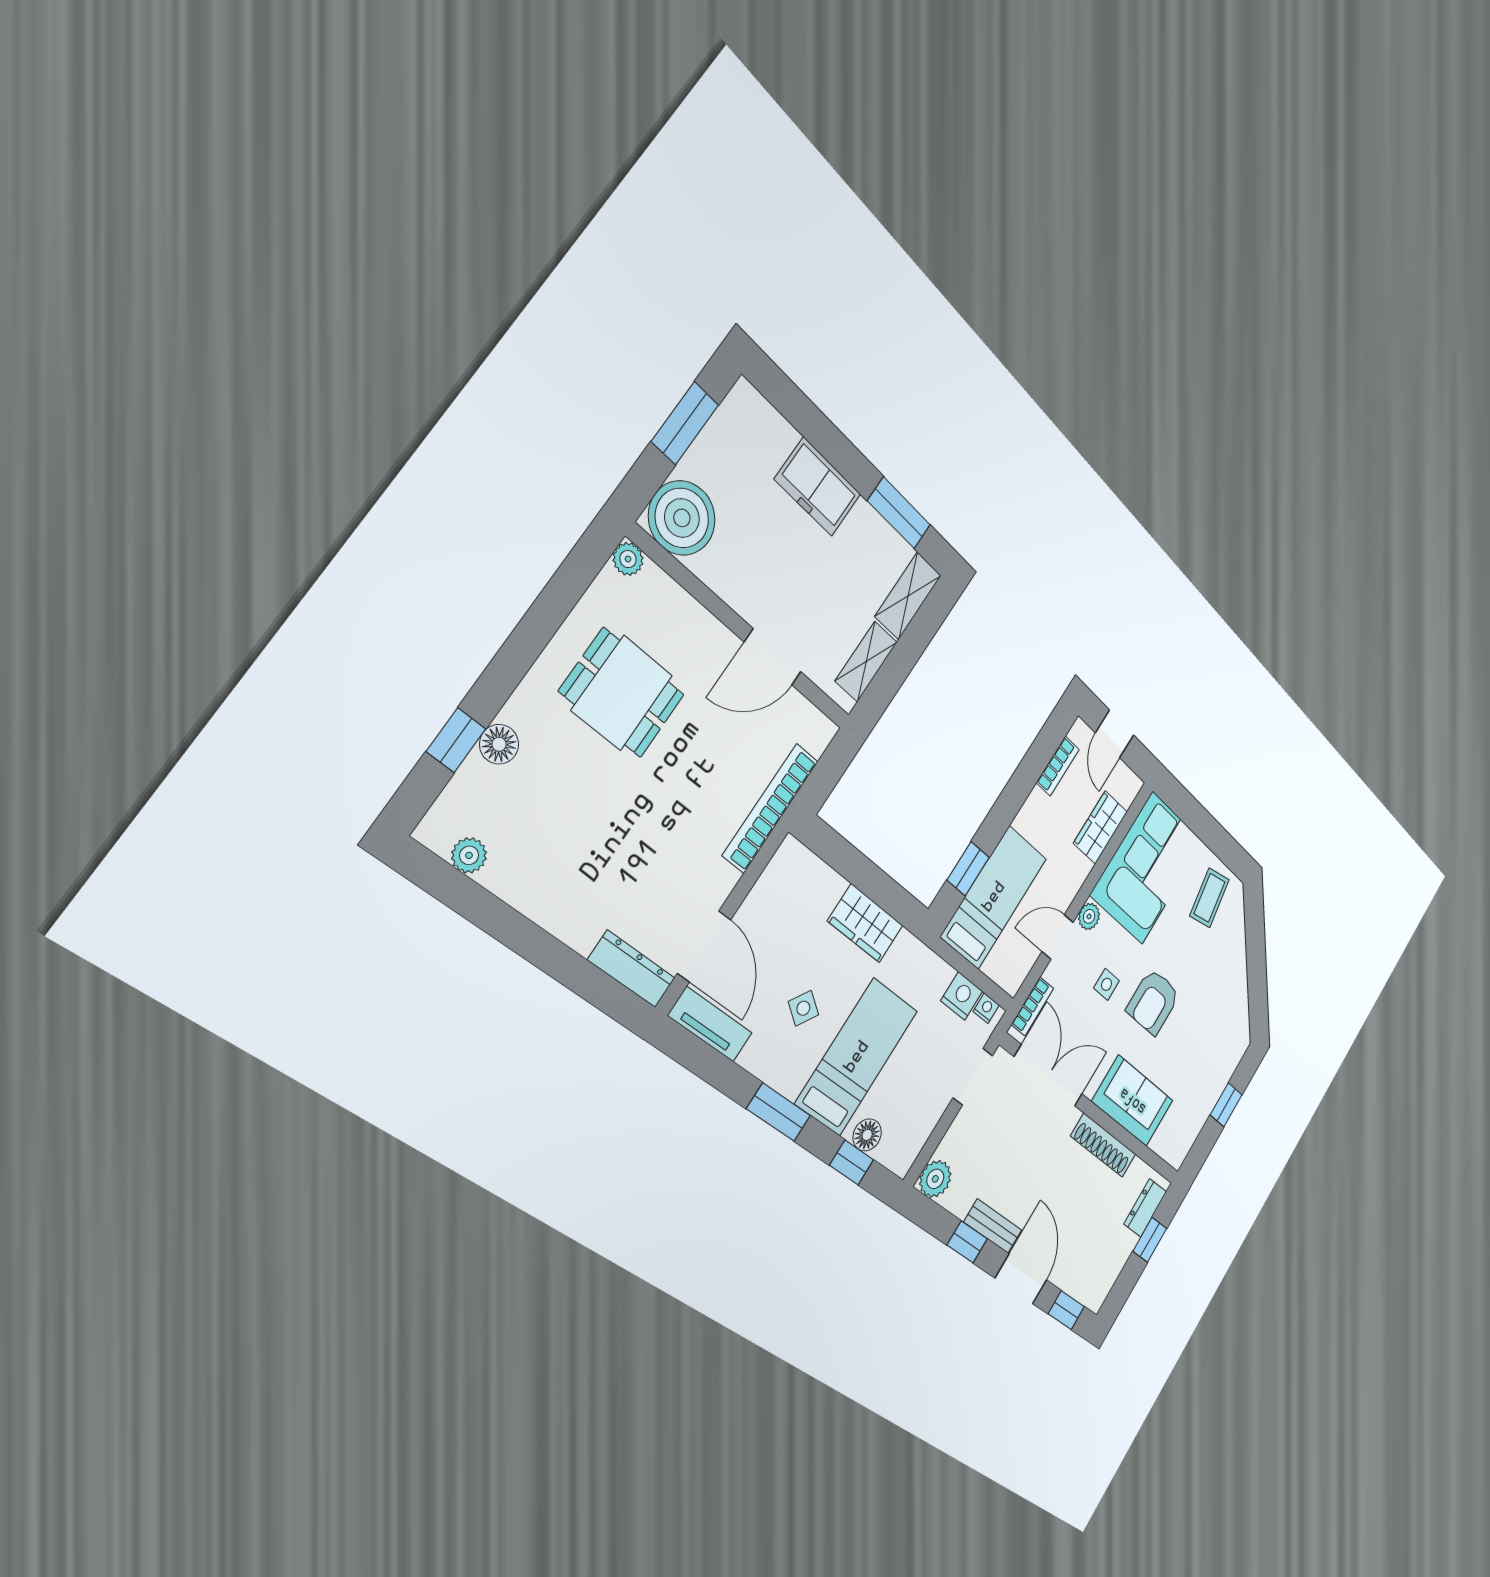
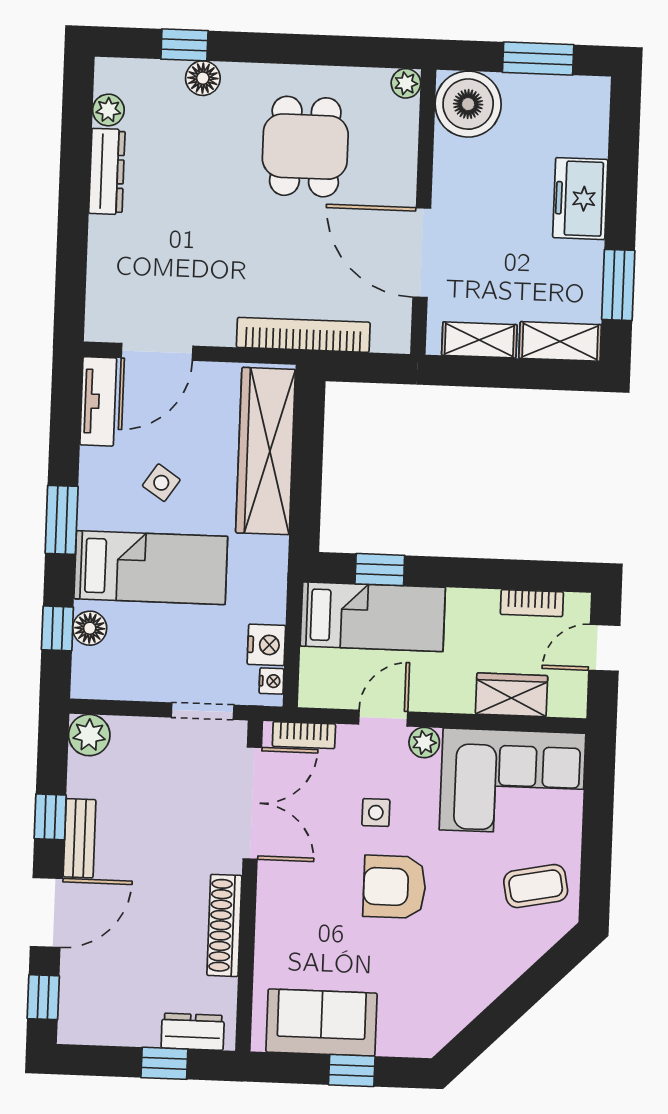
door: (773, 657) -> (422, 253), width x1.36
wardrobe: (865, 923) -> (266, 451), width x2.10, depth x1.17
door: (1058, 937) -> (383, 718), hinge flipped
dresser: (632, 969) -> (107, 171), moved
sofa: (1133, 1101) -> (321, 1023), moved, turned -90

